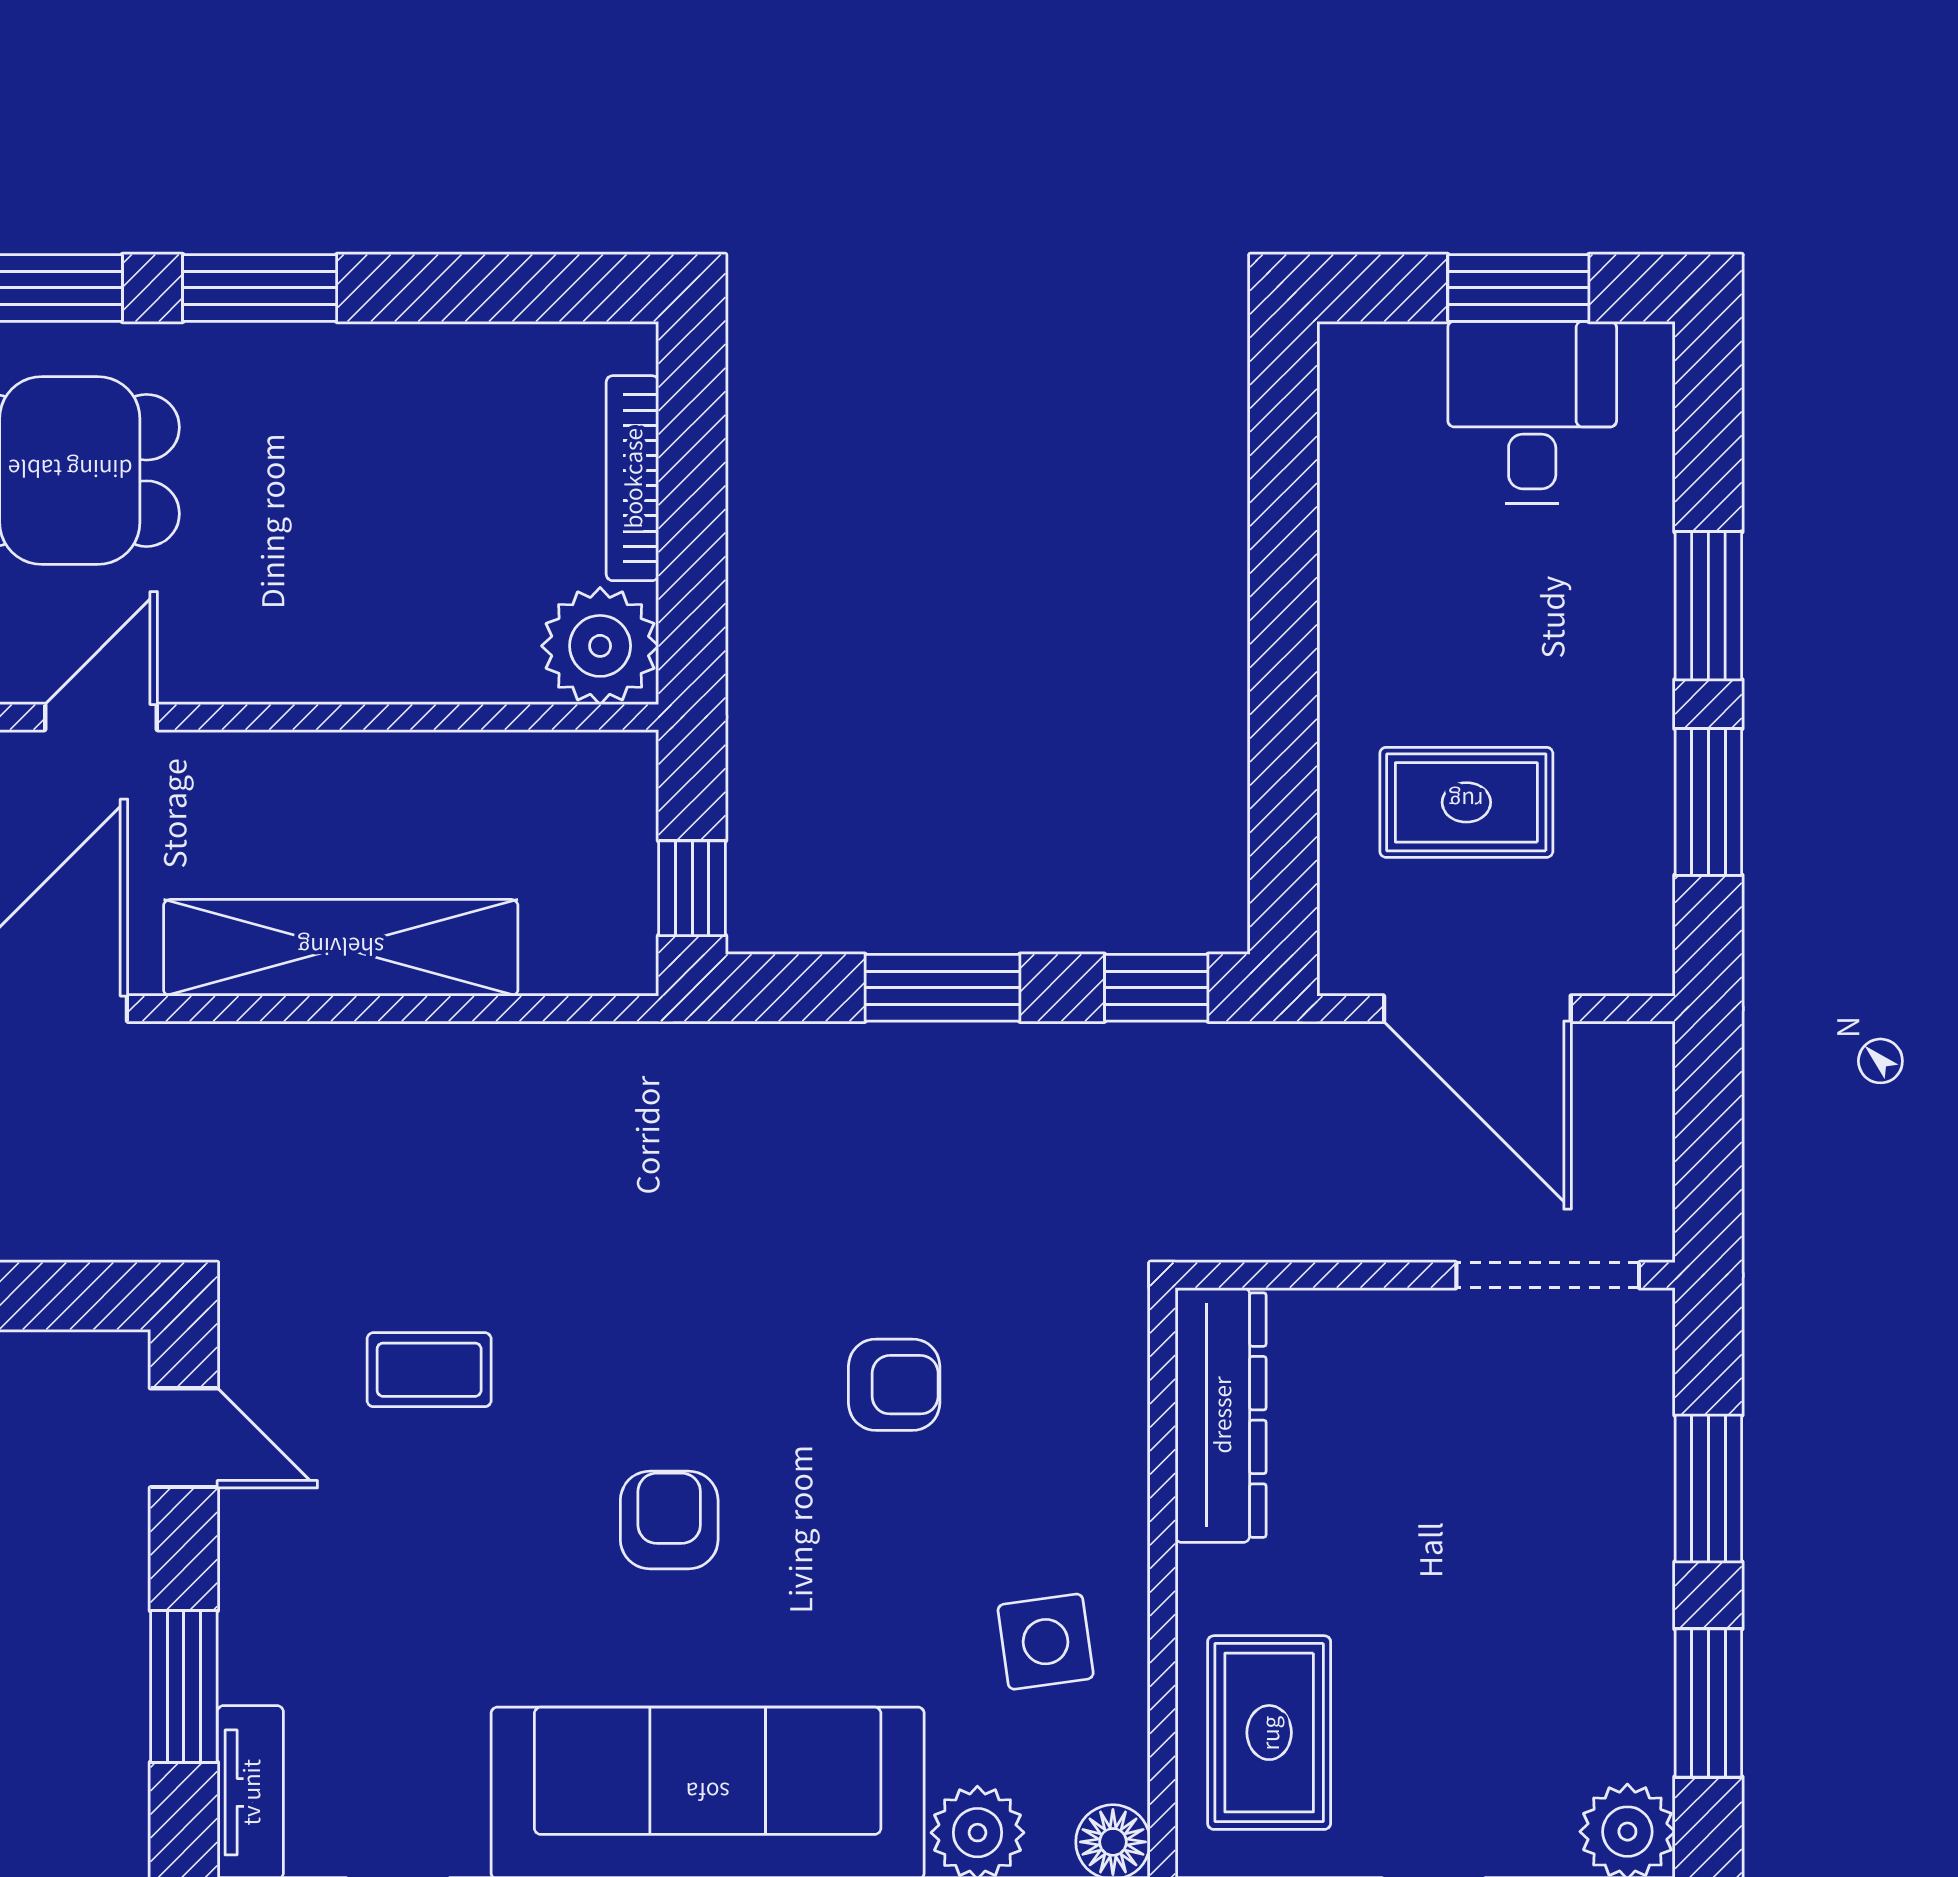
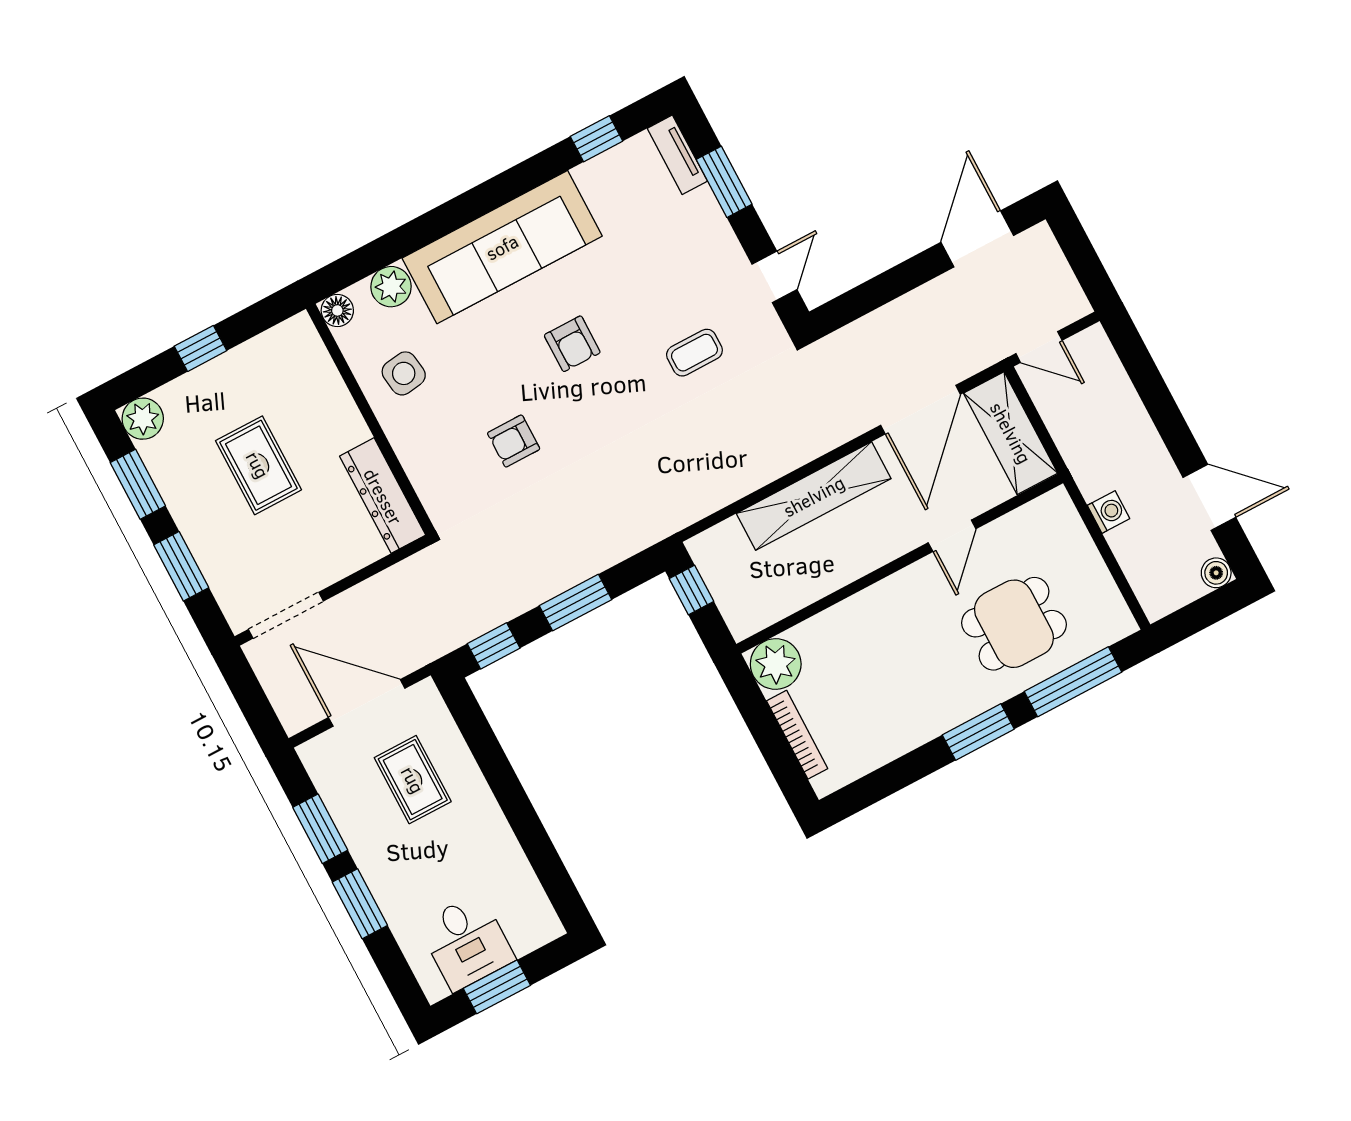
rug: (1466, 802) -> (413, 780), turned 90
door: (184, 1438) -> (774, 277), swing flipped
rug: (1269, 1733) -> (258, 465), moved

